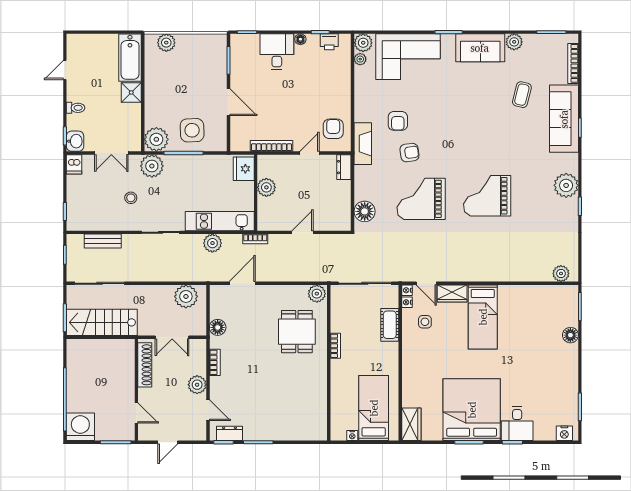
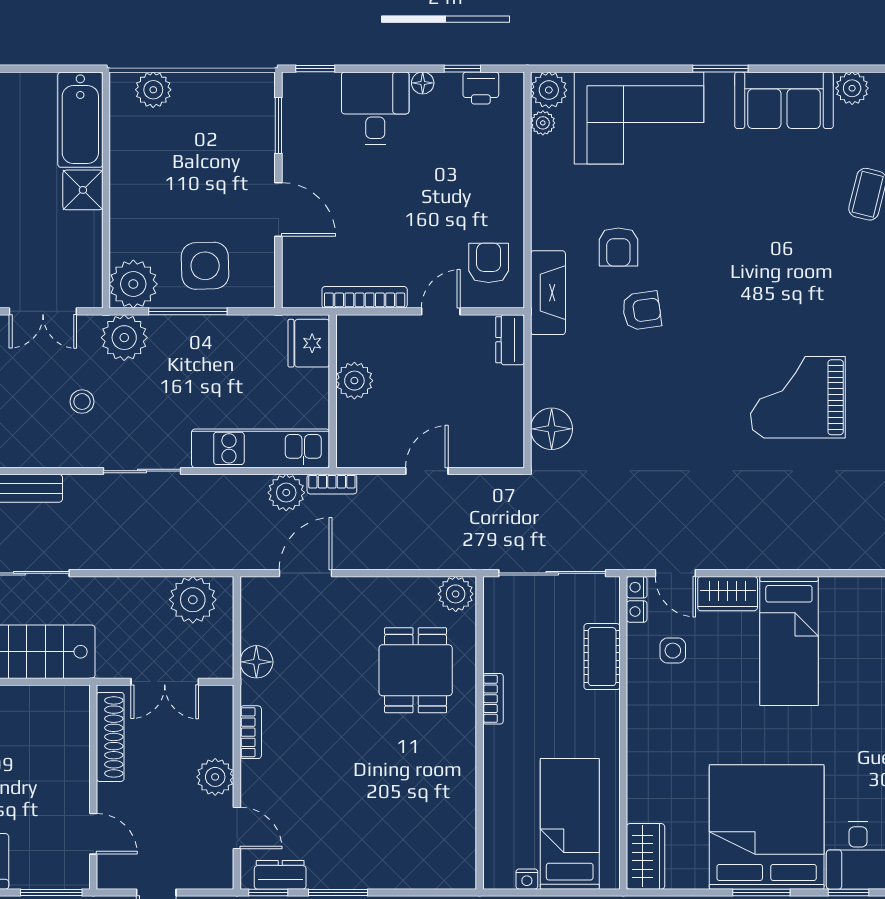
grand piano: (421, 199) -> (665, 404), removed
plant: (212, 243) -> (286, 493), moved

